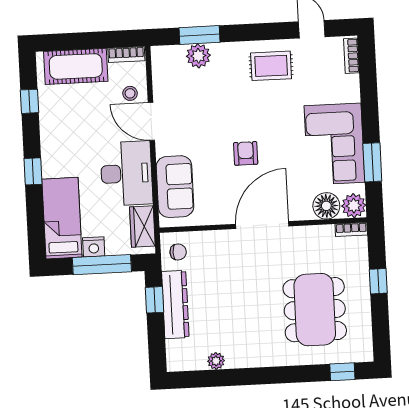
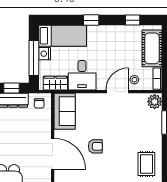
plant: (198, 56) -> (155, 102), moved
desk: (126, 173) -> (82, 75), width x0.73
sofa: (175, 187) -> (65, 111), moved, turned -90

